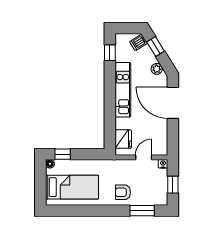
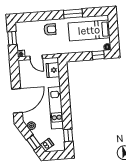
door: (173, 103) -> (17, 101), hinge flipped
door: (144, 157) -> (36, 57), hinge flipped
window: (142, 211) -> (73, 14), moved

